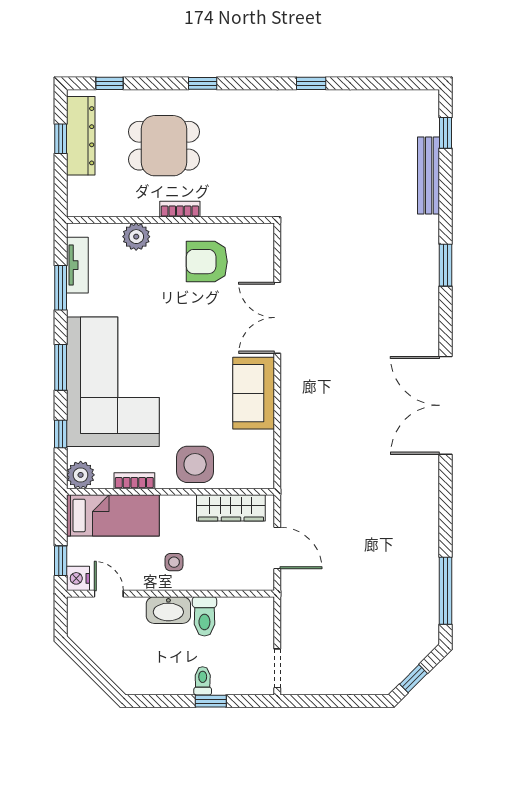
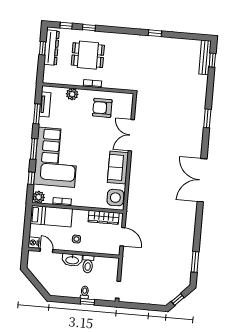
window: (203, 83) -> (89, 28), moved
bench: (429, 176) -> (205, 57), moved
side table: (195, 464) -> (115, 198), moved
window: (61, 561) -> (27, 234), removed
window: (445, 591) -> (195, 262), width x0.69

